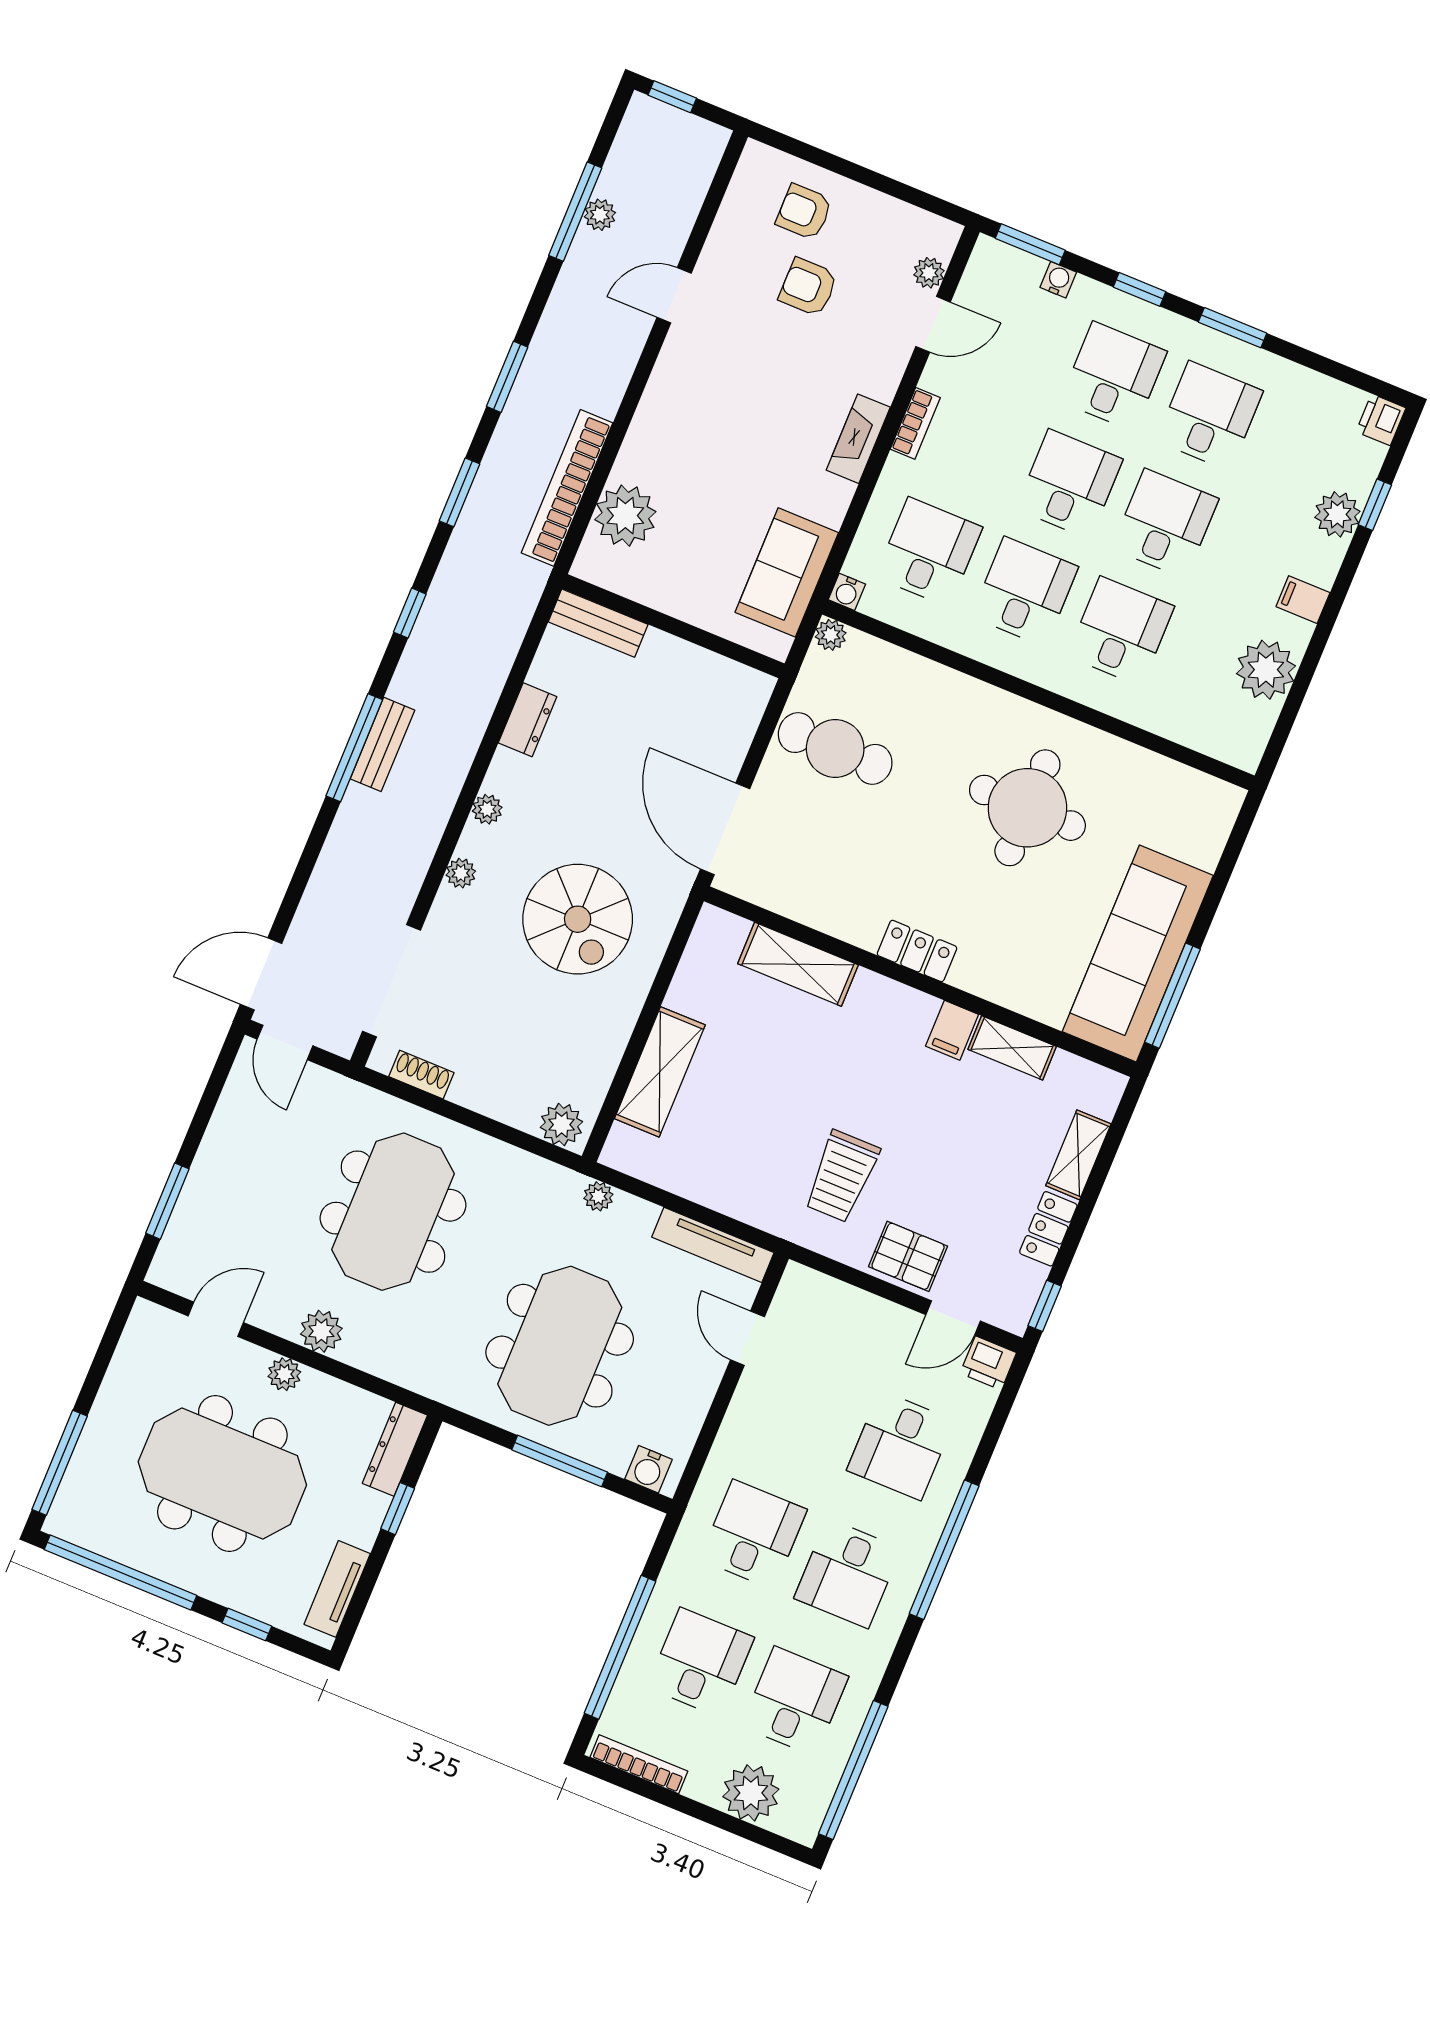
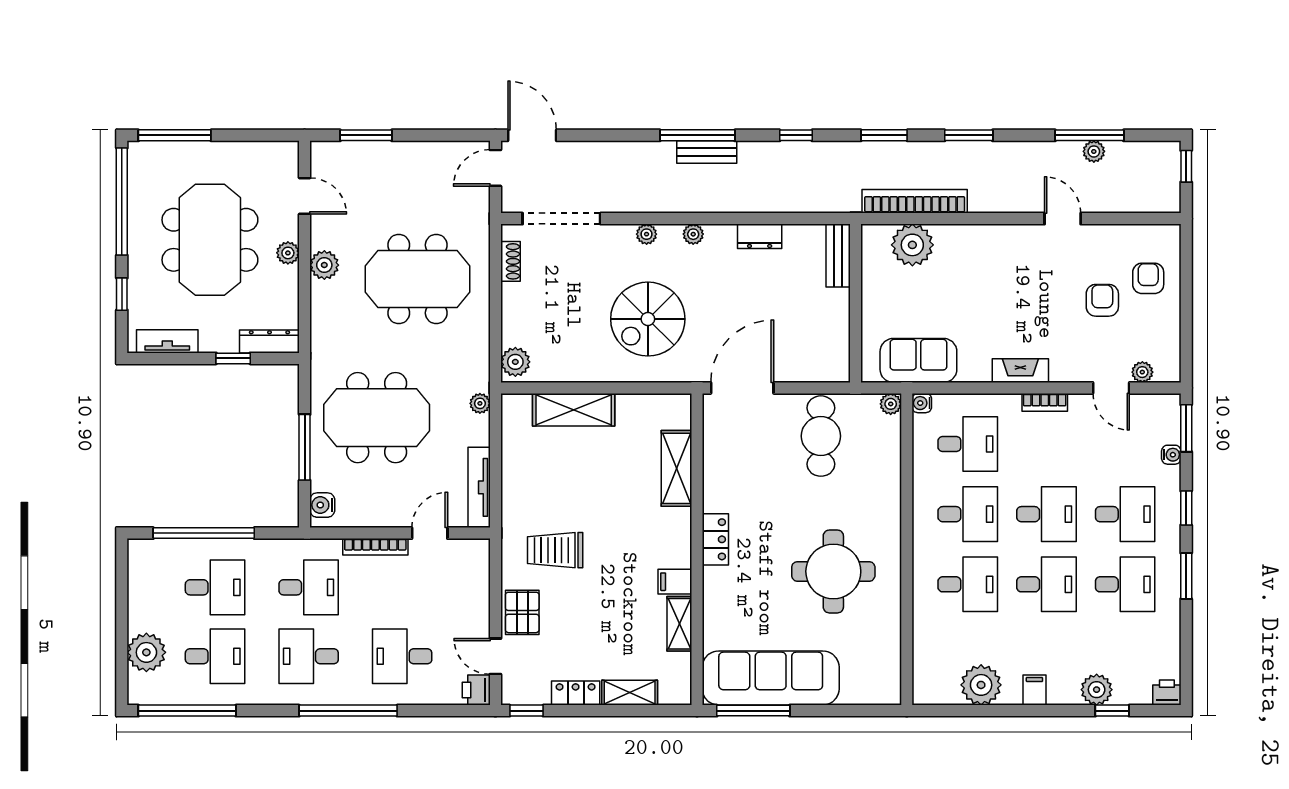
bookcase: (639, 1764) -> (375, 547), moved, turned 90

